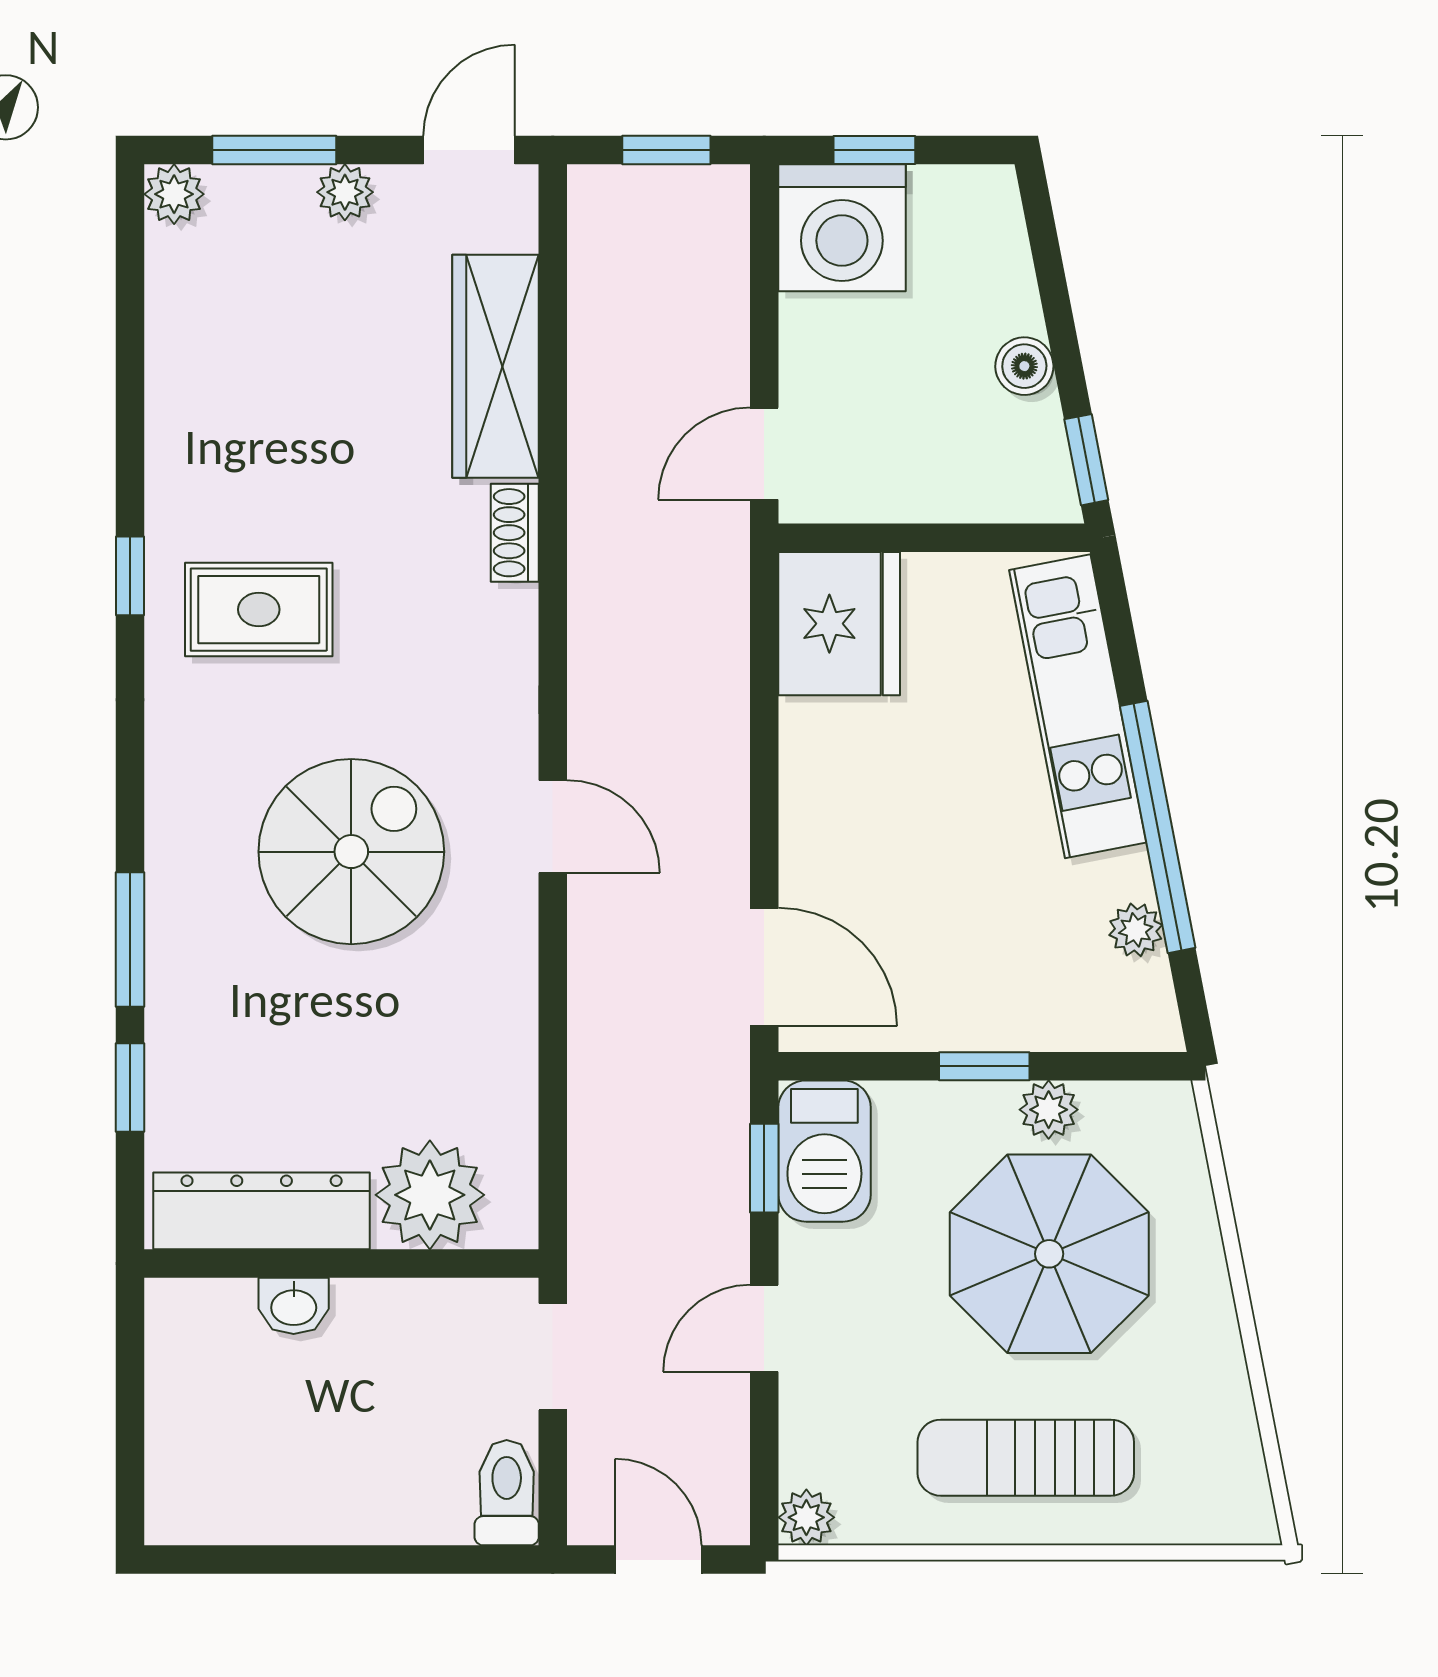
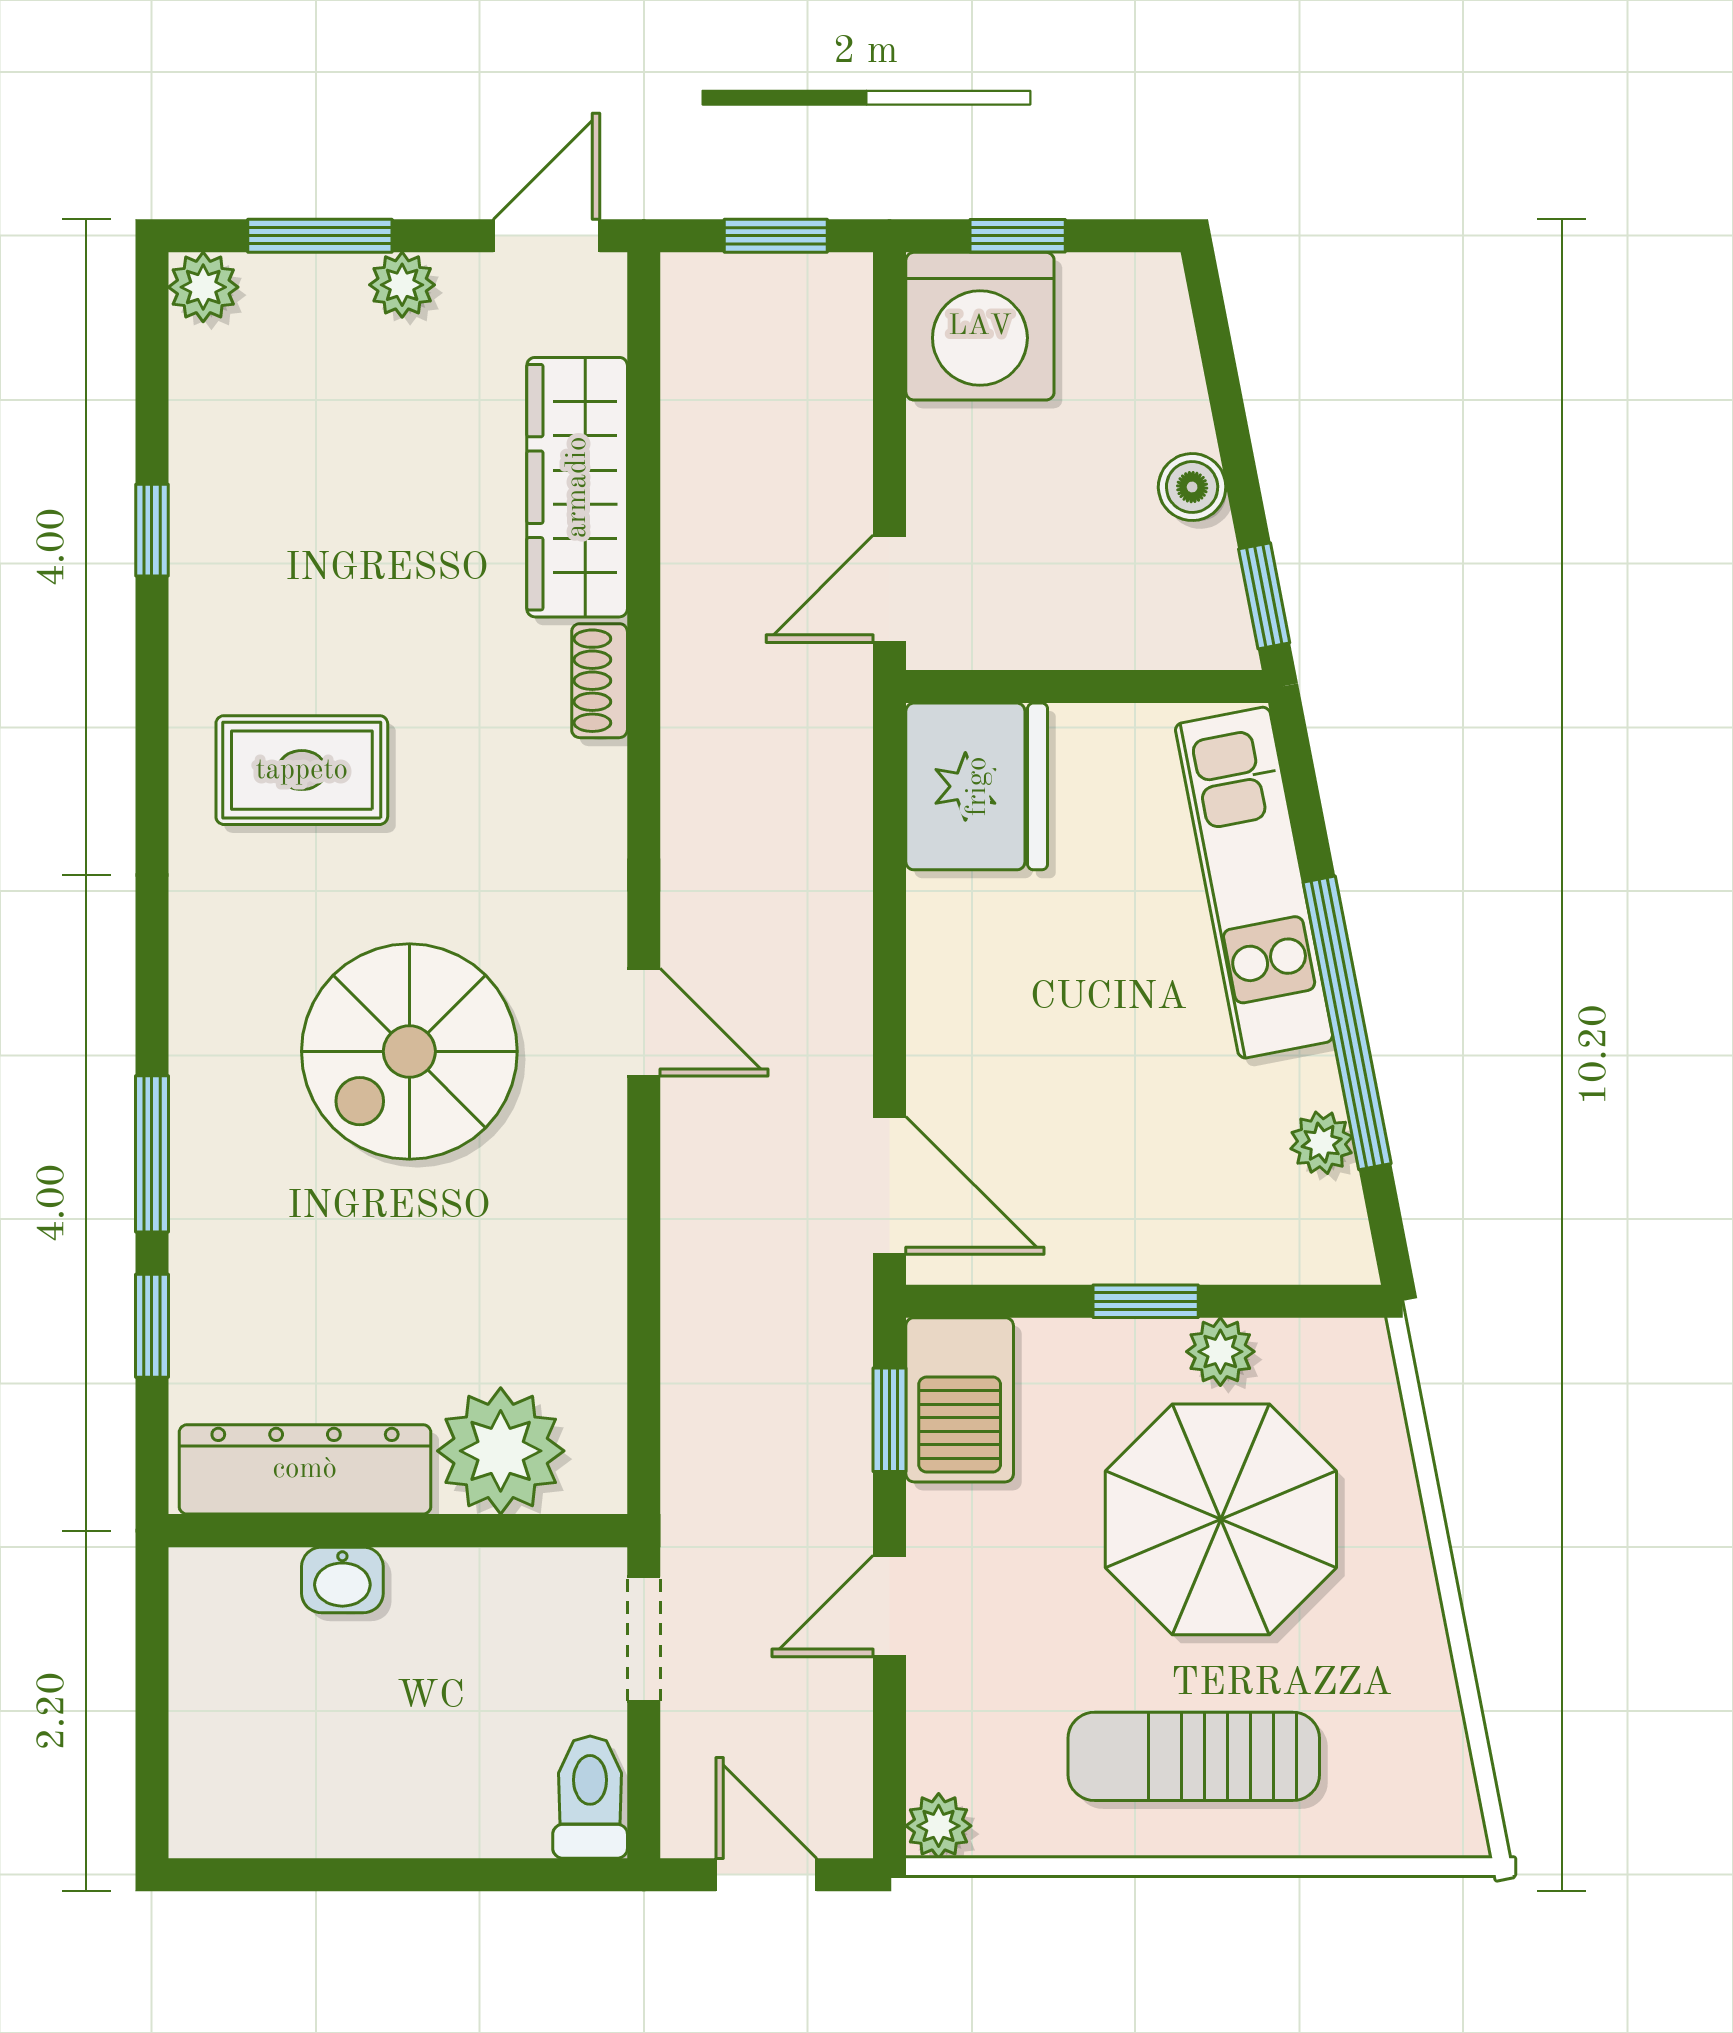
window: (130, 576) -> (152, 530), moved
spiral stairs: (351, 852) -> (409, 1051), turned 180

